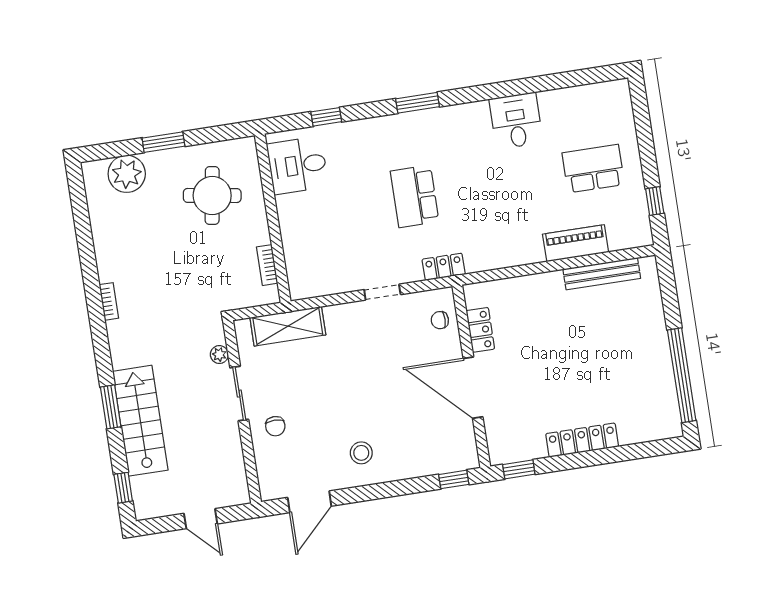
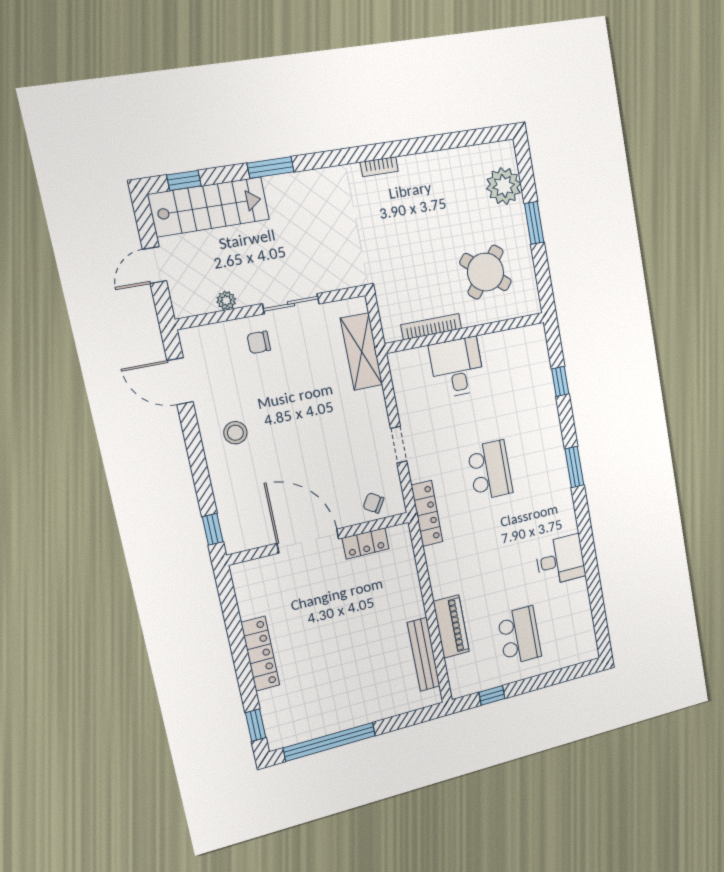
desk: (297, 165) -> (457, 367), moved
round table: (212, 195) -> (486, 272), turned 30
school desk: (415, 196) -> (490, 470), turned 90
bookcase: (267, 265) -> (431, 327), width x1.56
locker: (444, 267) -> (427, 513), width x1.53
chair: (440, 320) -> (374, 503), turned -58
plant: (219, 355) -> (226, 301), moved
door: (473, 388) -> (308, 541), hinge flipped
stairs: (140, 421) -> (209, 207), moved
window: (519, 469) -> (256, 725), moved

